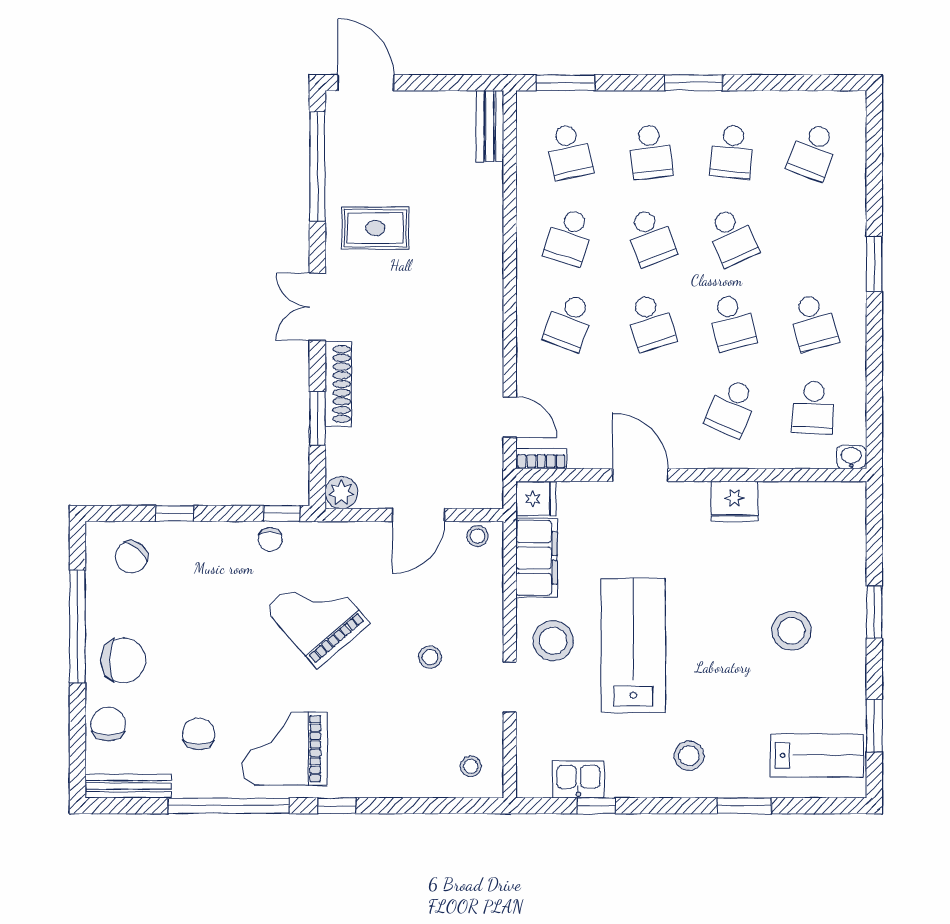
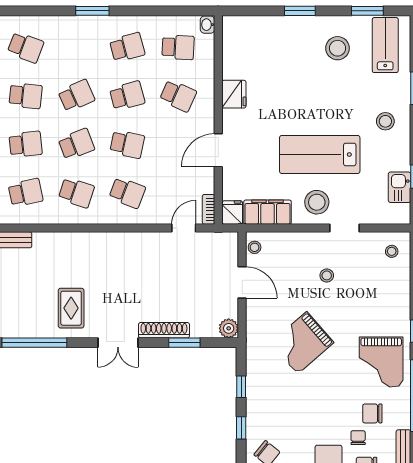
school desk: (651, 322) -> (127, 144), turned 30
window: (282, 513) -> (241, 387), moved
chair: (270, 540) -> (358, 438), moved, turned -90
stool: (791, 631) -> (338, 48), moved

